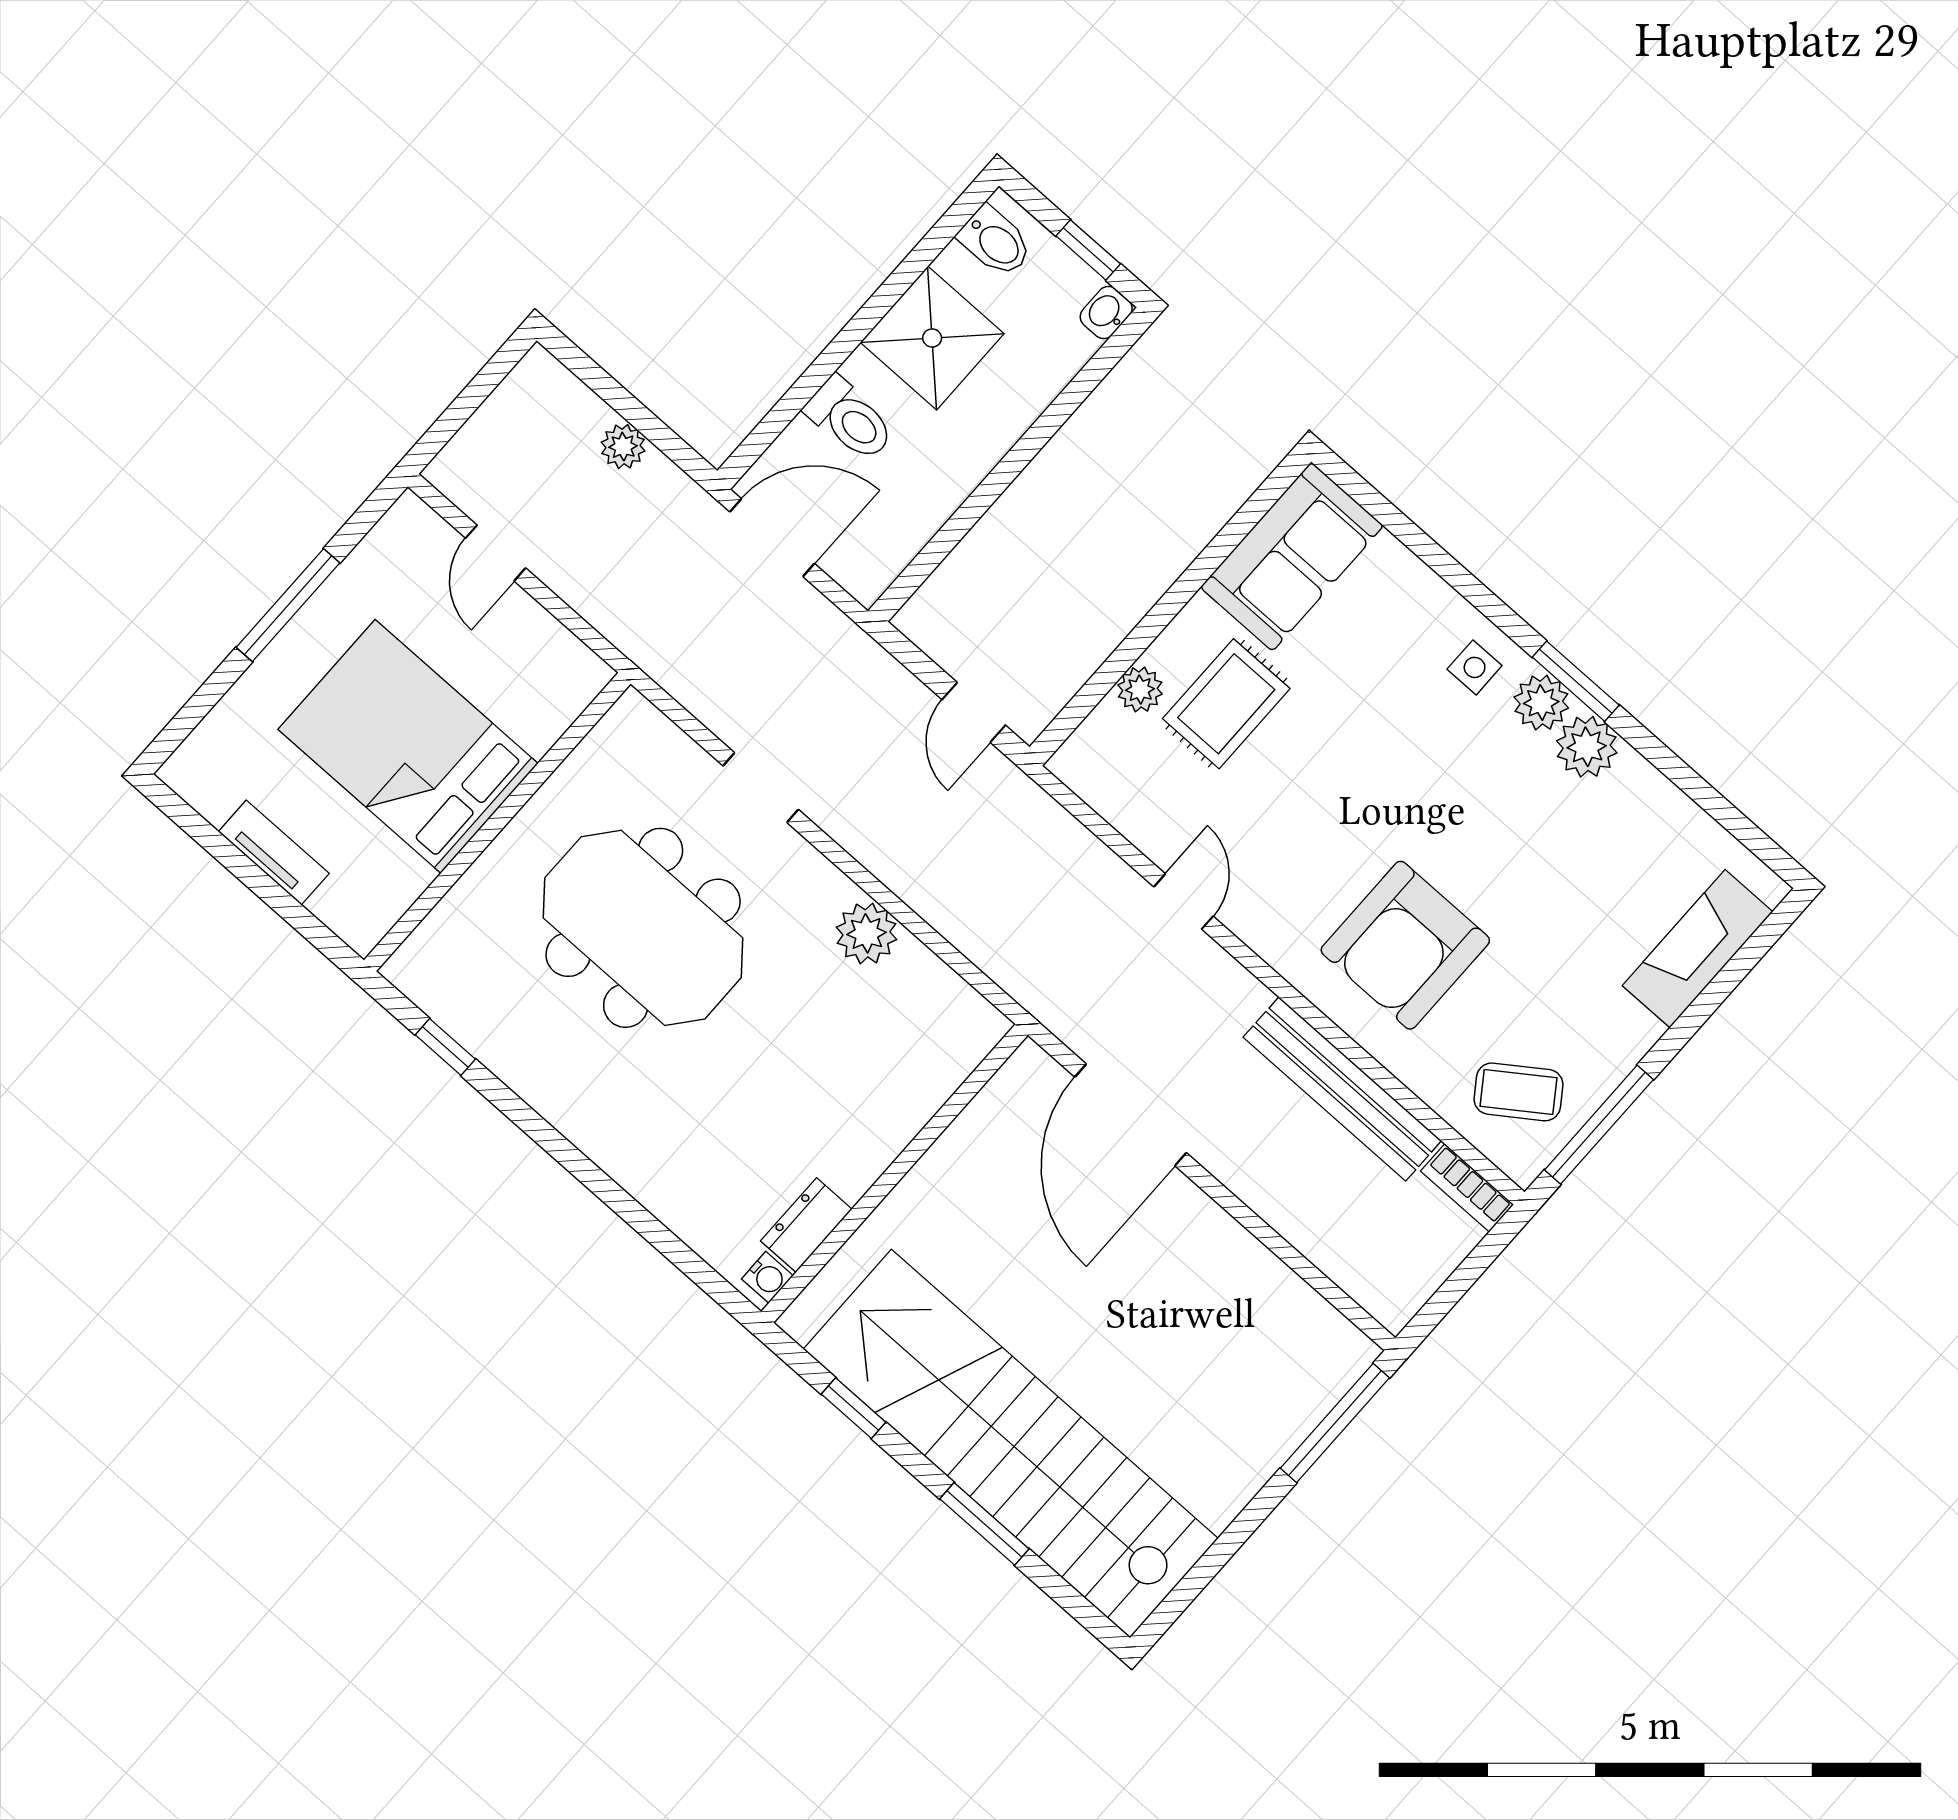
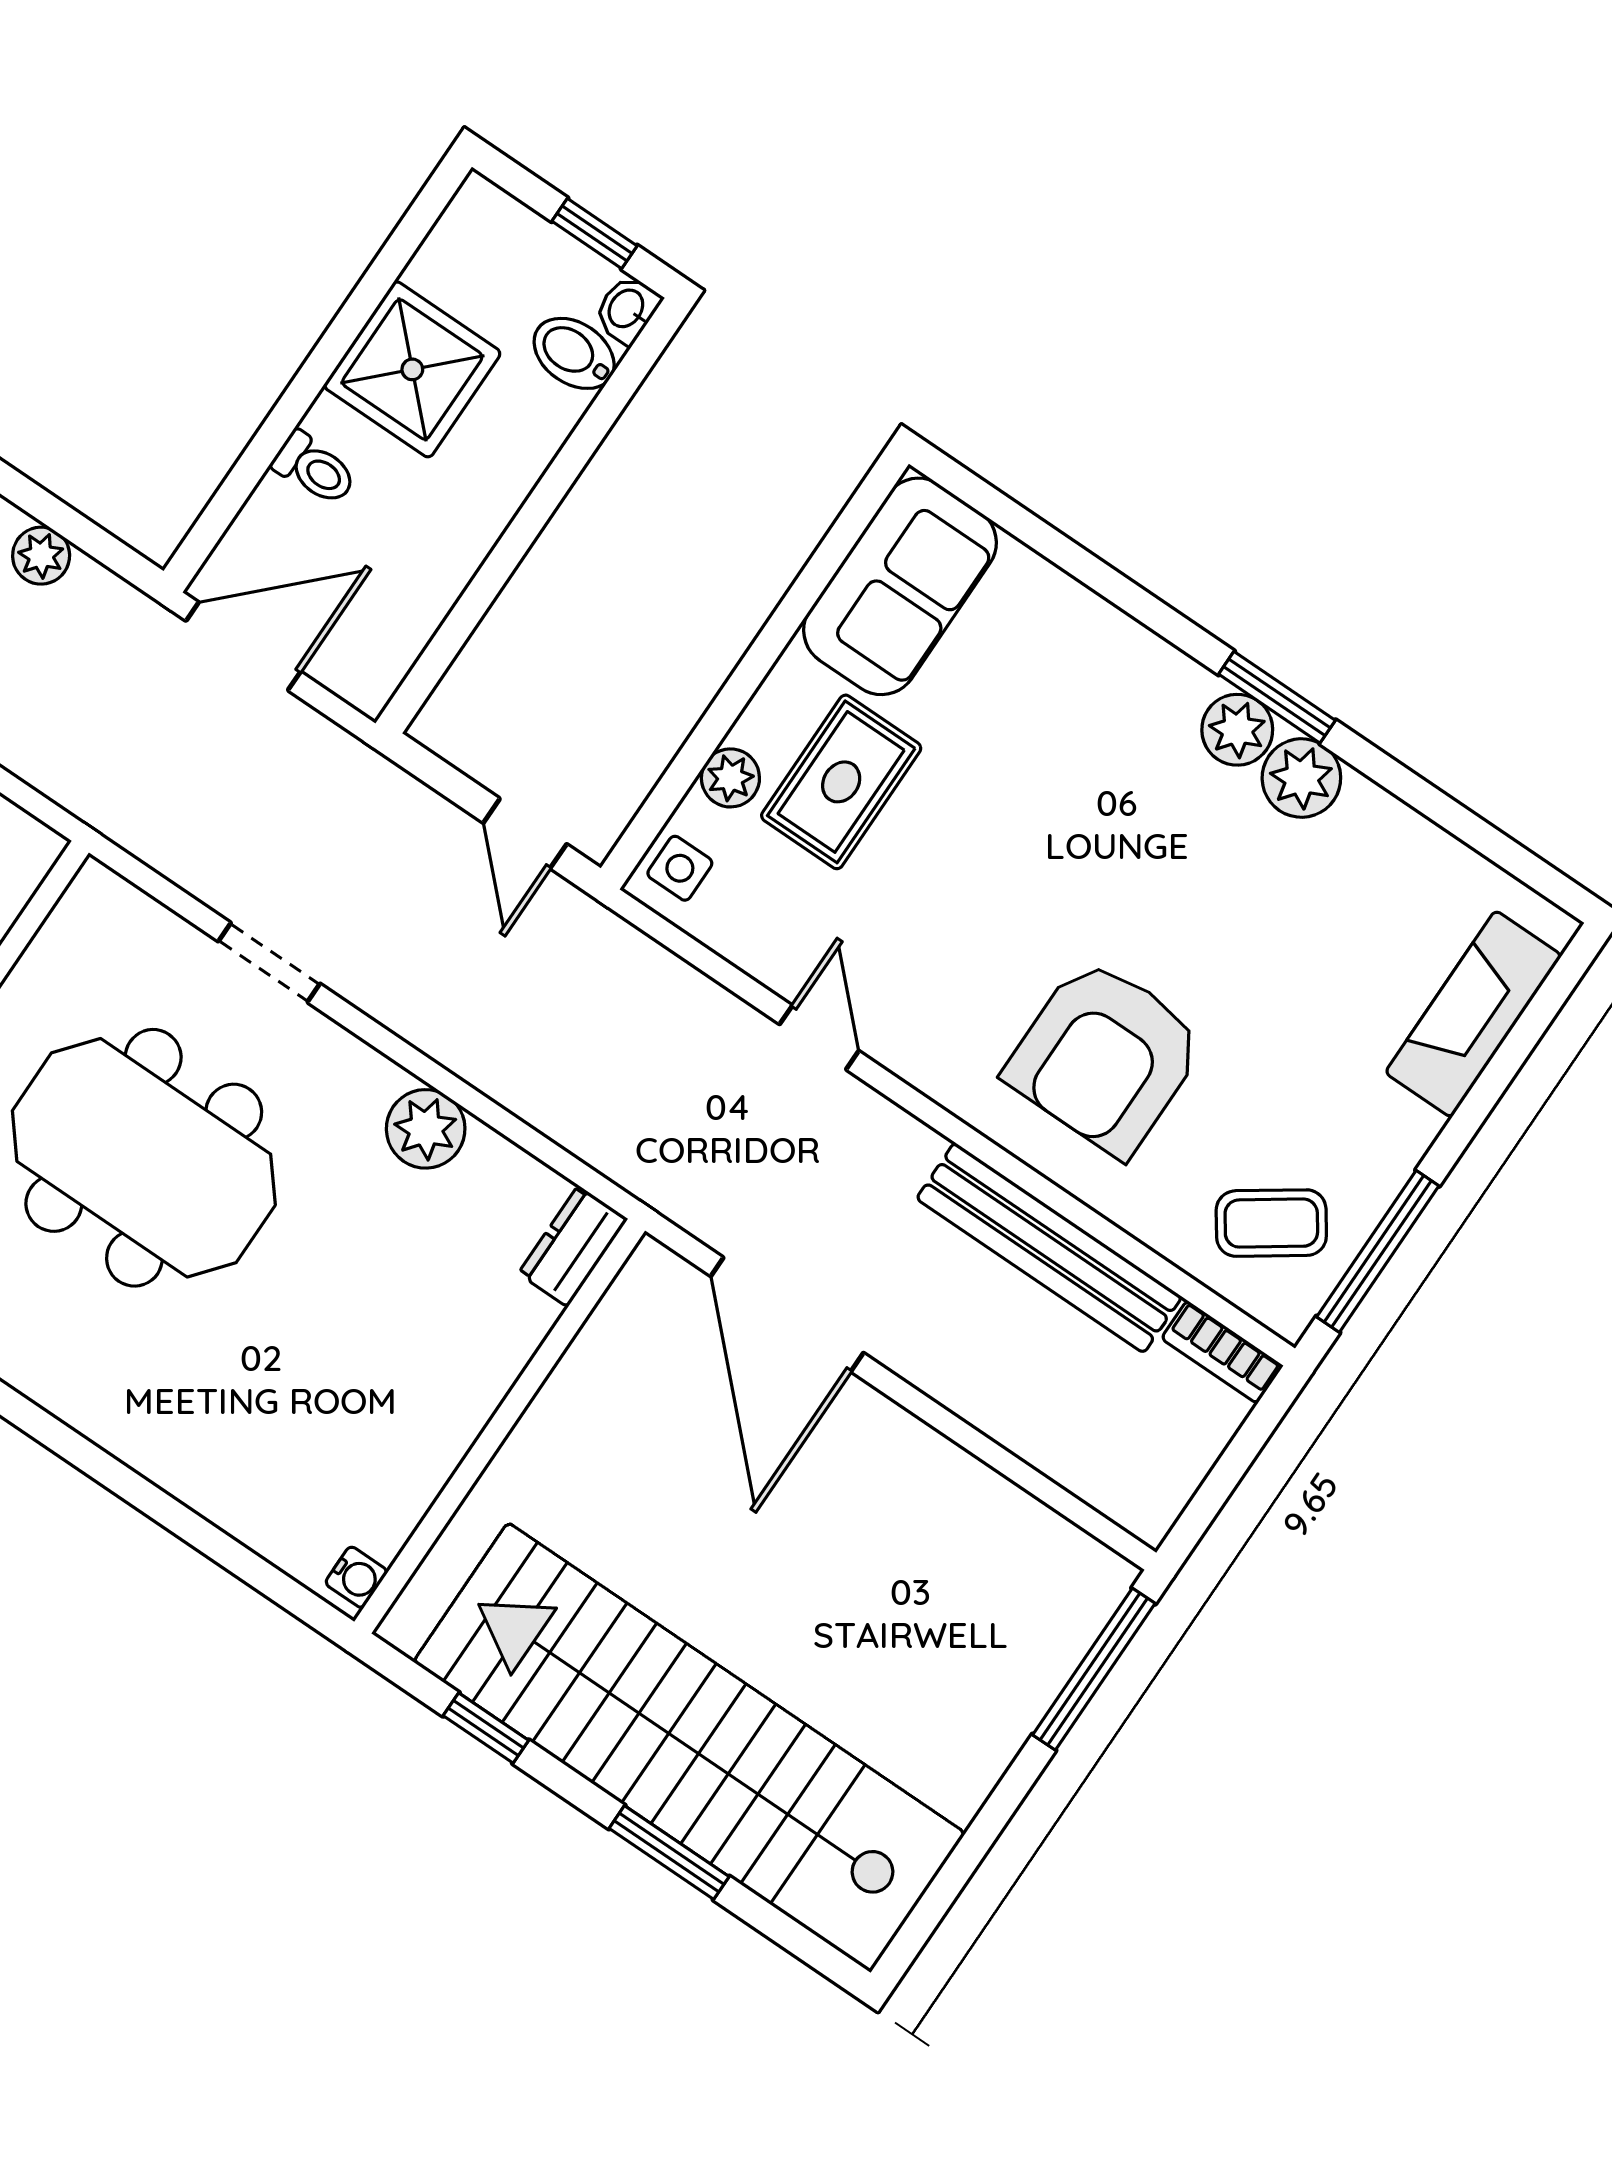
bidet: (995, 242) -> (574, 353), moved, turned 180
toilet: (850, 419) -> (314, 469), width x0.73, depth x0.72
side table: (1475, 667) -> (680, 868), moved
dresser: (806, 1225) -> (573, 1246), moved

